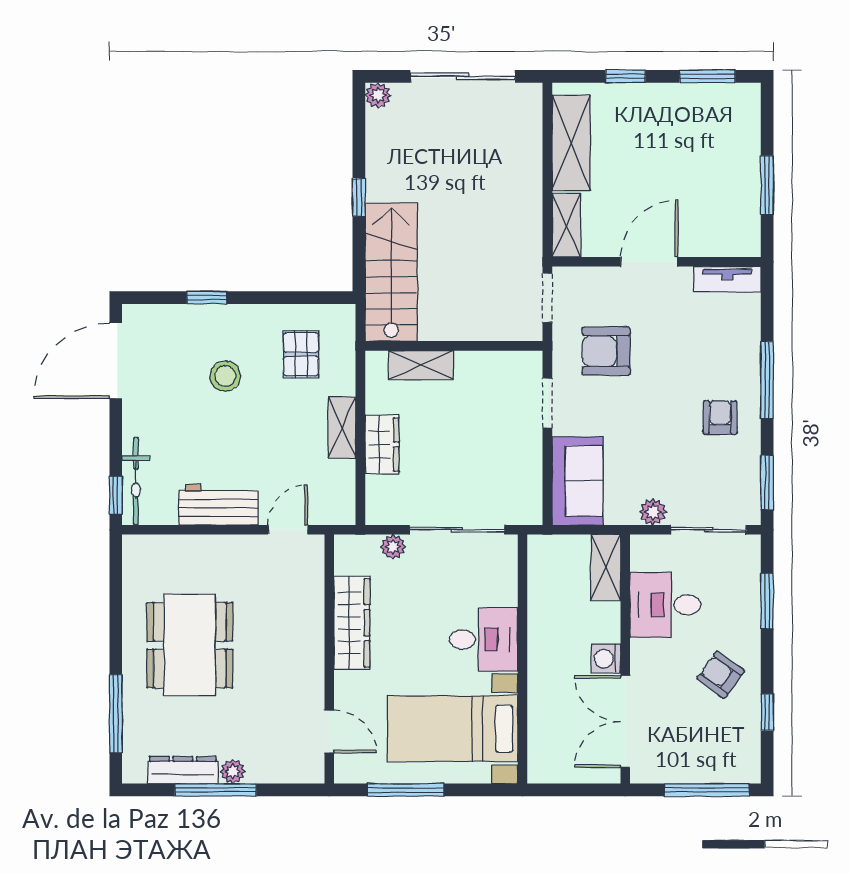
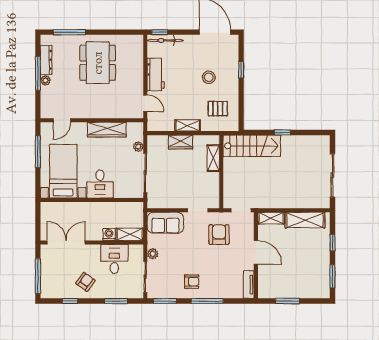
plant: (378, 95) -> (325, 140), removed
dining table: (190, 645) -> (98, 63), turned 90
washing machine: (606, 659) -> (109, 235), moved

